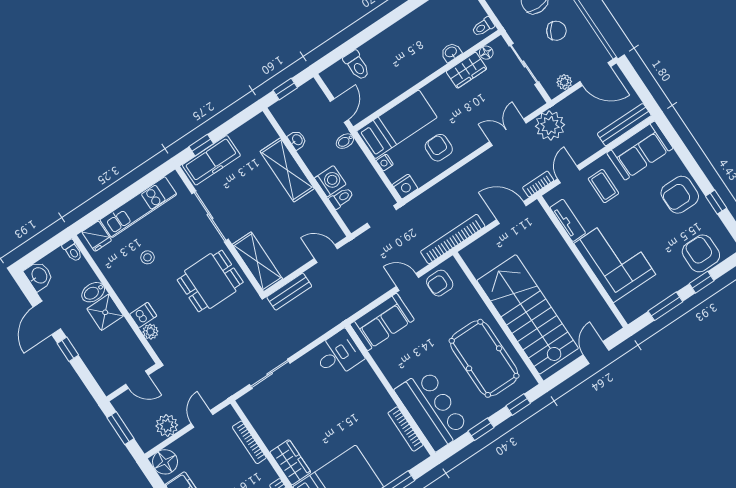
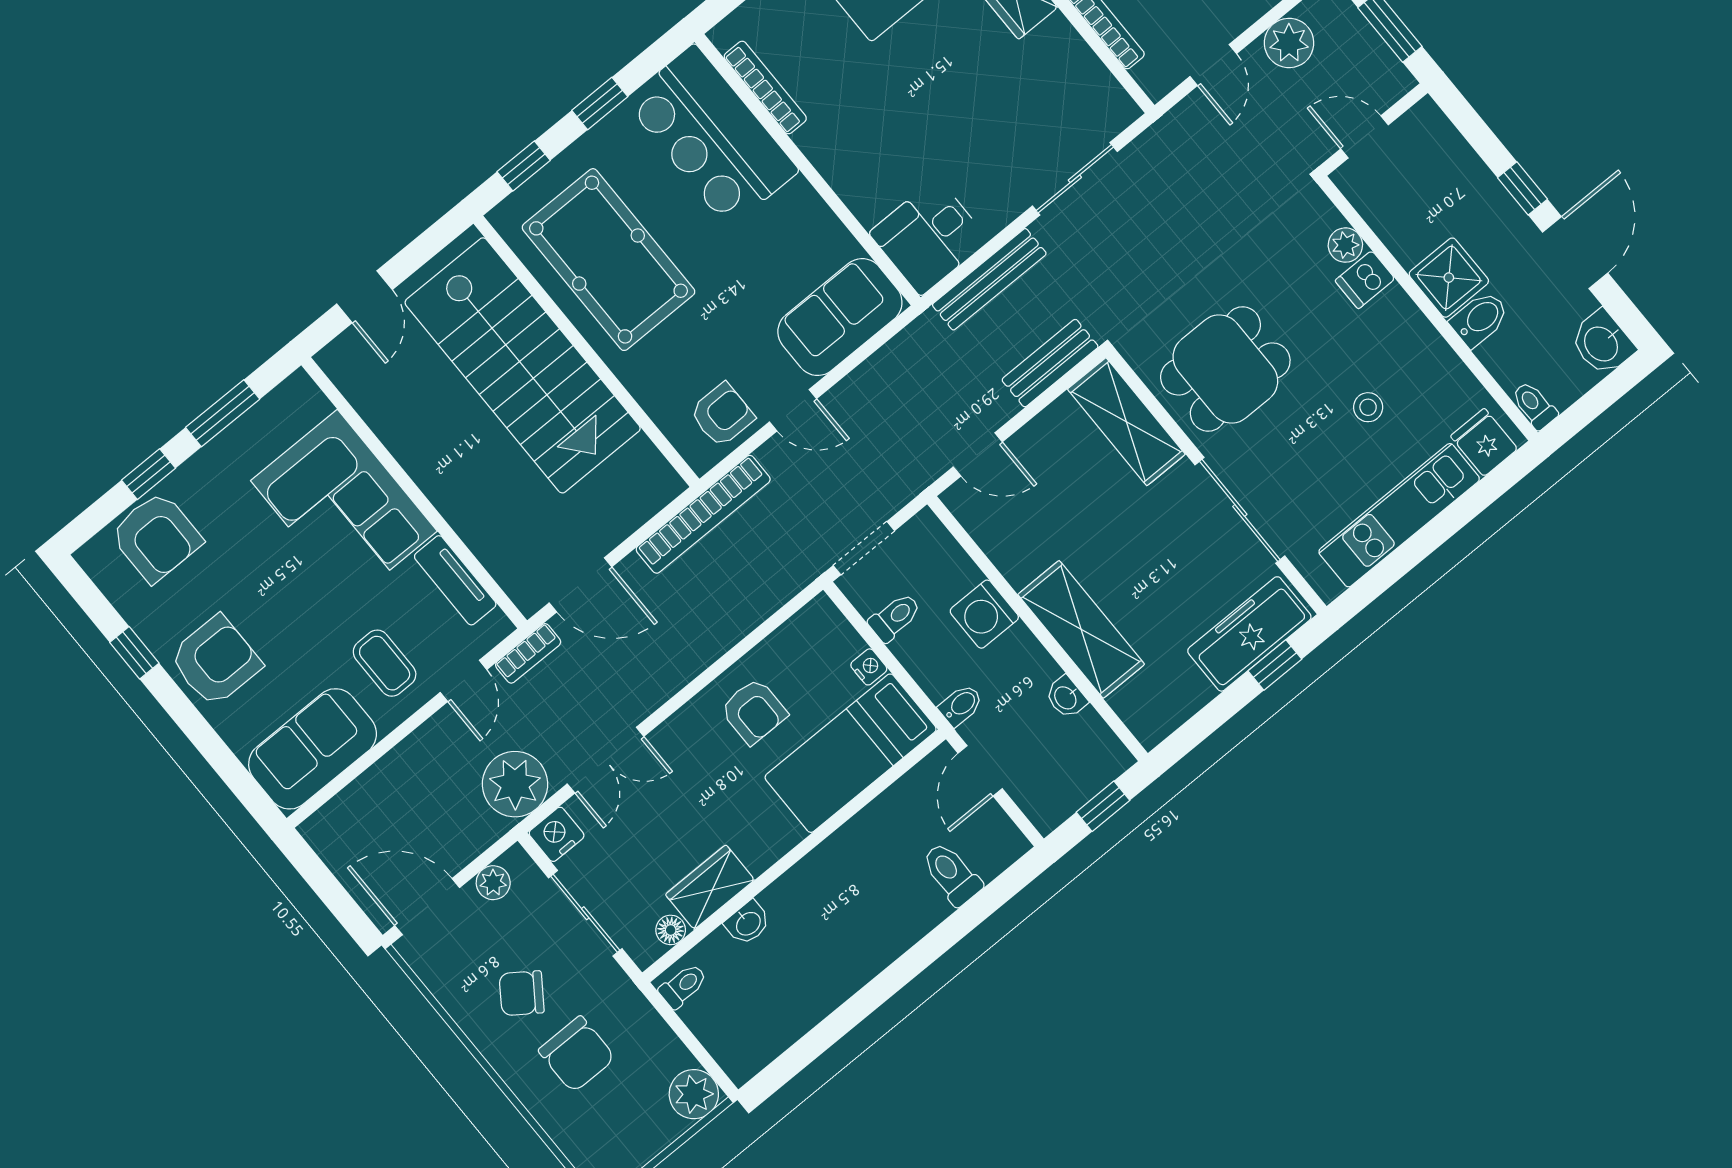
bench: (624, 125) -> (989, 279), moved
nightstand: (405, 187) -> (557, 834), moved
toilet: (341, 198) -> (895, 617), moved, turned 180

